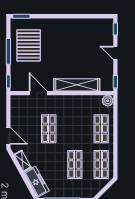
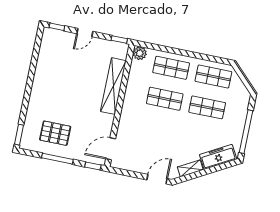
pallet: (29, 45) -> (55, 133), width x0.73, depth x0.71
door: (38, 93) -> (111, 149), moved
shop shelf: (49, 129) -> (165, 99), moved

